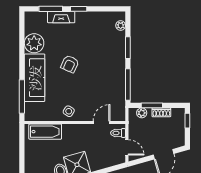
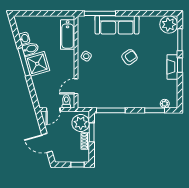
fireplace: (61, 17) -> (172, 67), moved
plant: (34, 43) -> (169, 24), moved
window: (128, 48) -> (155, 110), moved
armchair: (70, 64) -> (129, 57), turned 120
plant: (142, 113) -> (81, 123), width x1.88, depth x1.88
door: (102, 122) -> (76, 86), swing flipped

